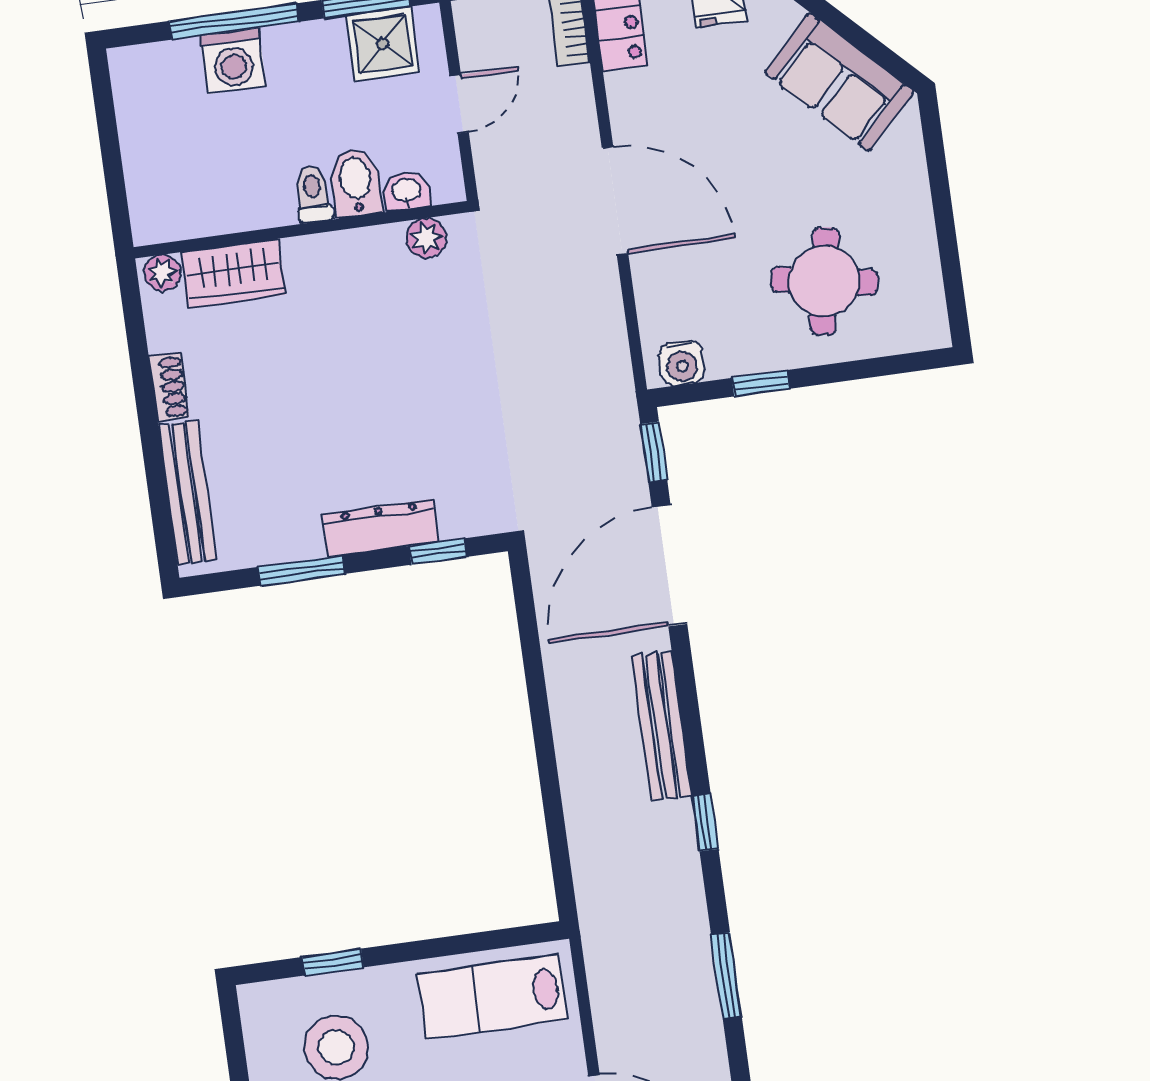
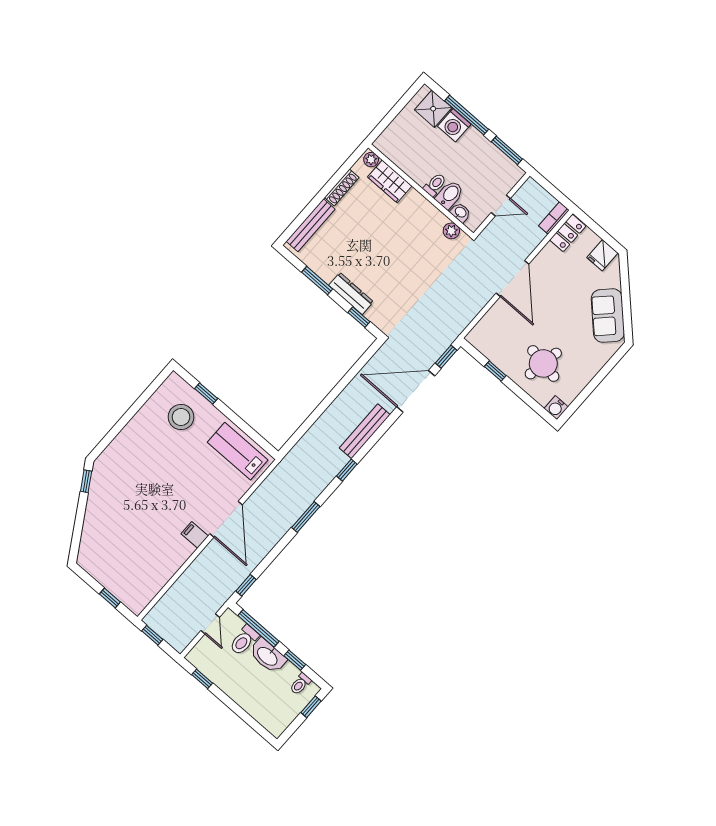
shower: (383, 44) -> (433, 109), moved
water cooler: (682, 363) -> (556, 408), moved
shoe rack: (169, 387) -> (342, 188), width x1.43

